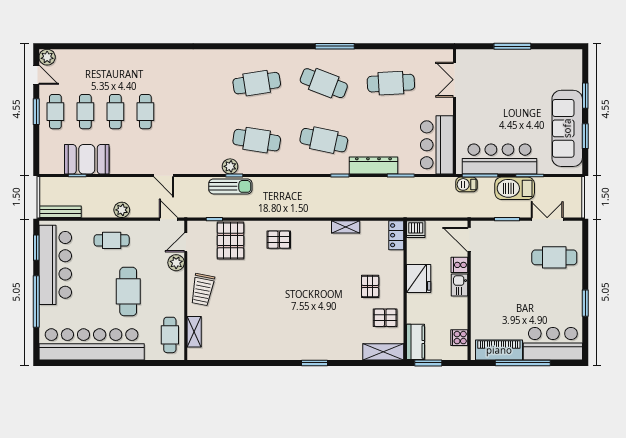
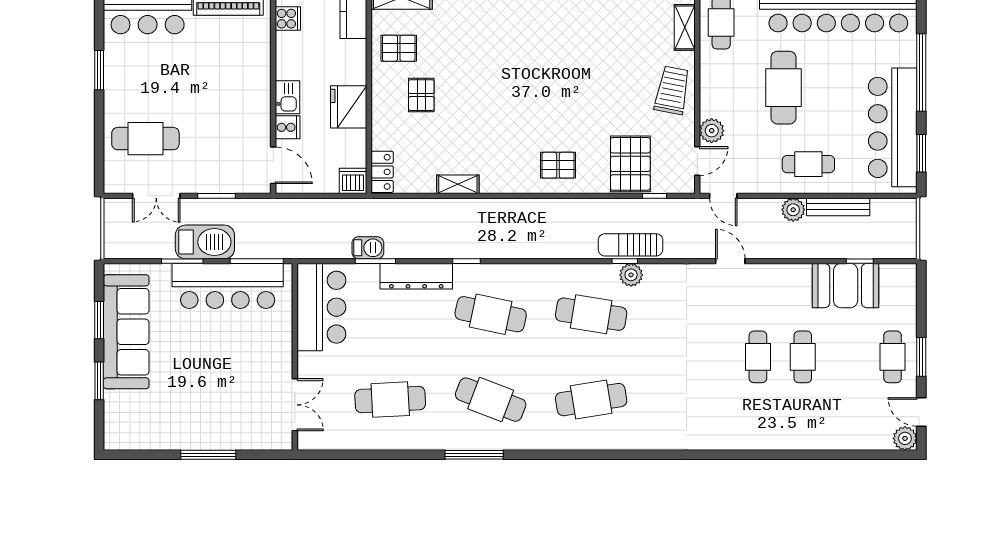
cafe table: (85, 112) -> (848, 357), removed
barbecue: (467, 184) -> (368, 248), moved
bench: (60, 212) -> (838, 207), moved

